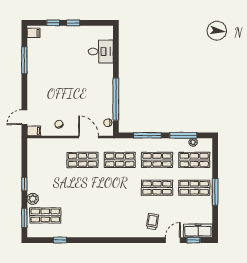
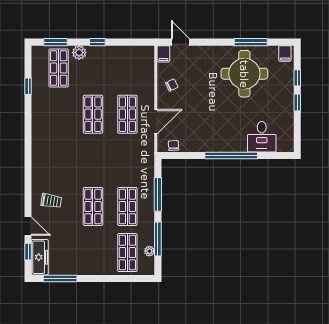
round table: (50, 66) -> (244, 74), added
window: (116, 99) -> (231, 156), moved
shop shelf: (120, 160) -> (93, 114), moved
shop shelf: (194, 188) -> (93, 253), removed
window: (215, 192) -> (60, 278), moved

